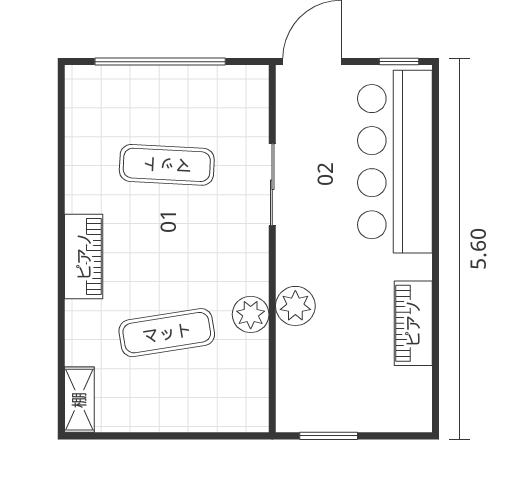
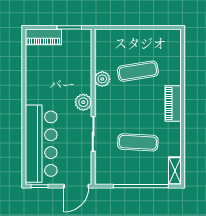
plant: (295, 306) -> (83, 102), moved
piano: (413, 323) -> (43, 37), moved, turned 90
shelving: (79, 400) -> (175, 171), moved

